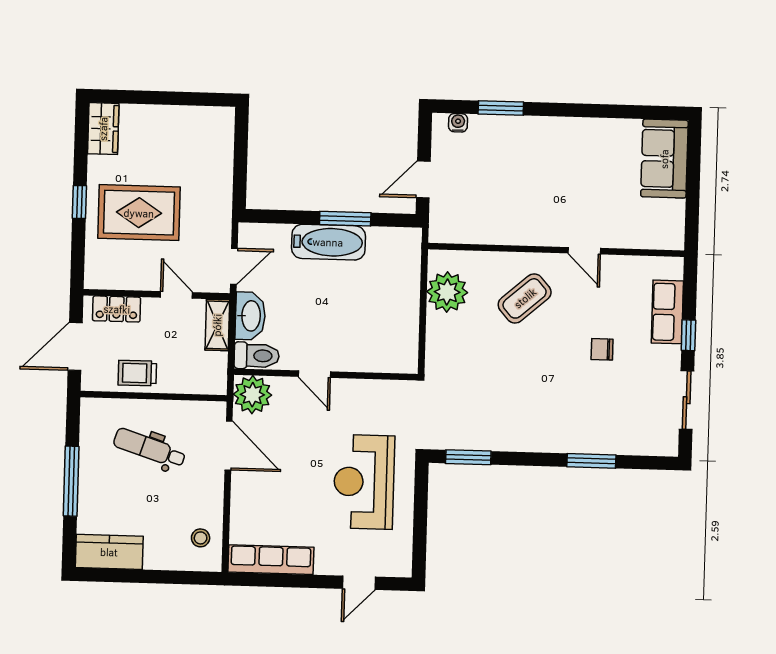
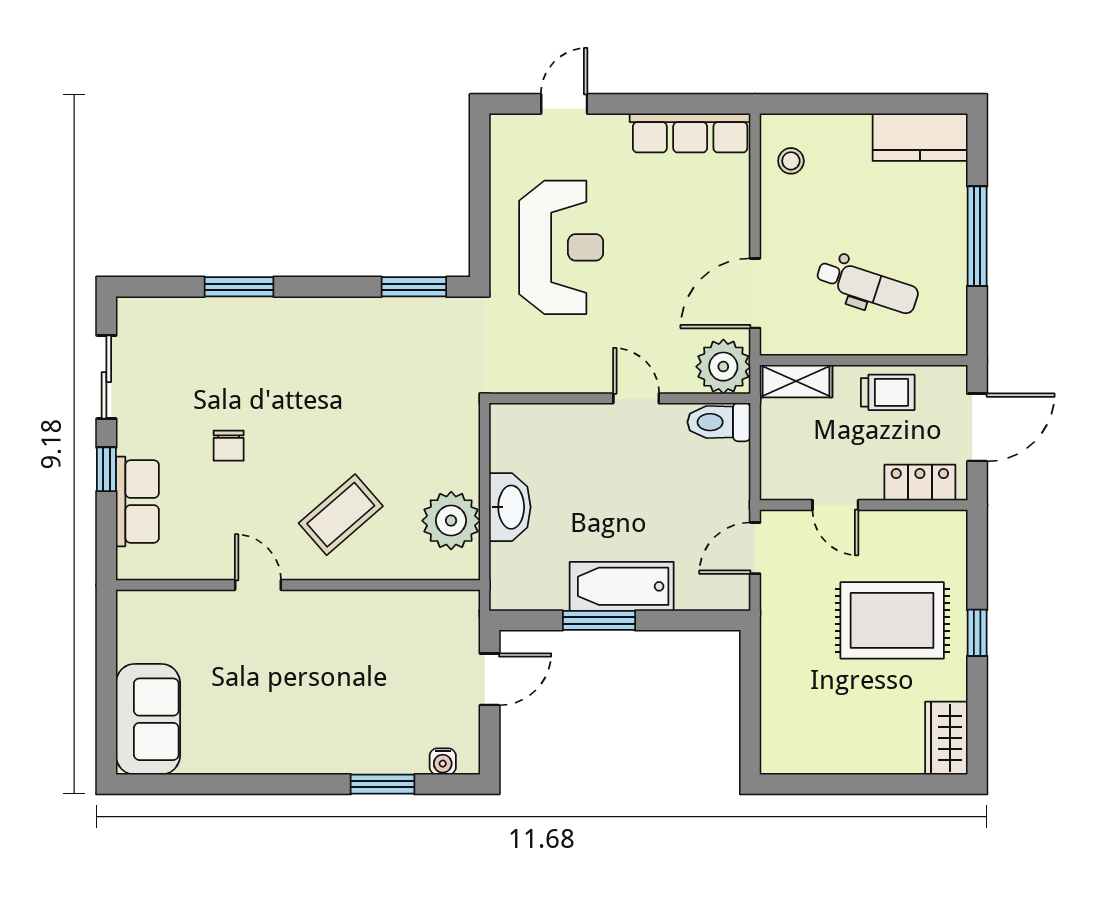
washbasin: (250, 316) -> (510, 507), moved, turned 180
shelving: (217, 325) -> (796, 381), moved, turned 90
chair: (602, 349) -> (229, 446), turned 90
door: (229, 445) -> (755, 293), hinge flipped

